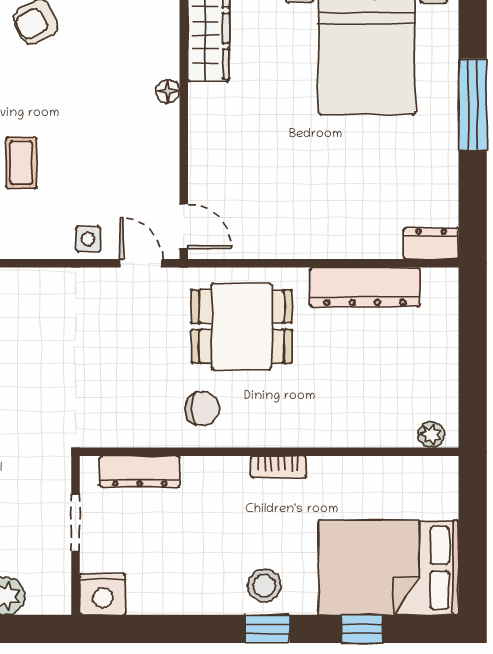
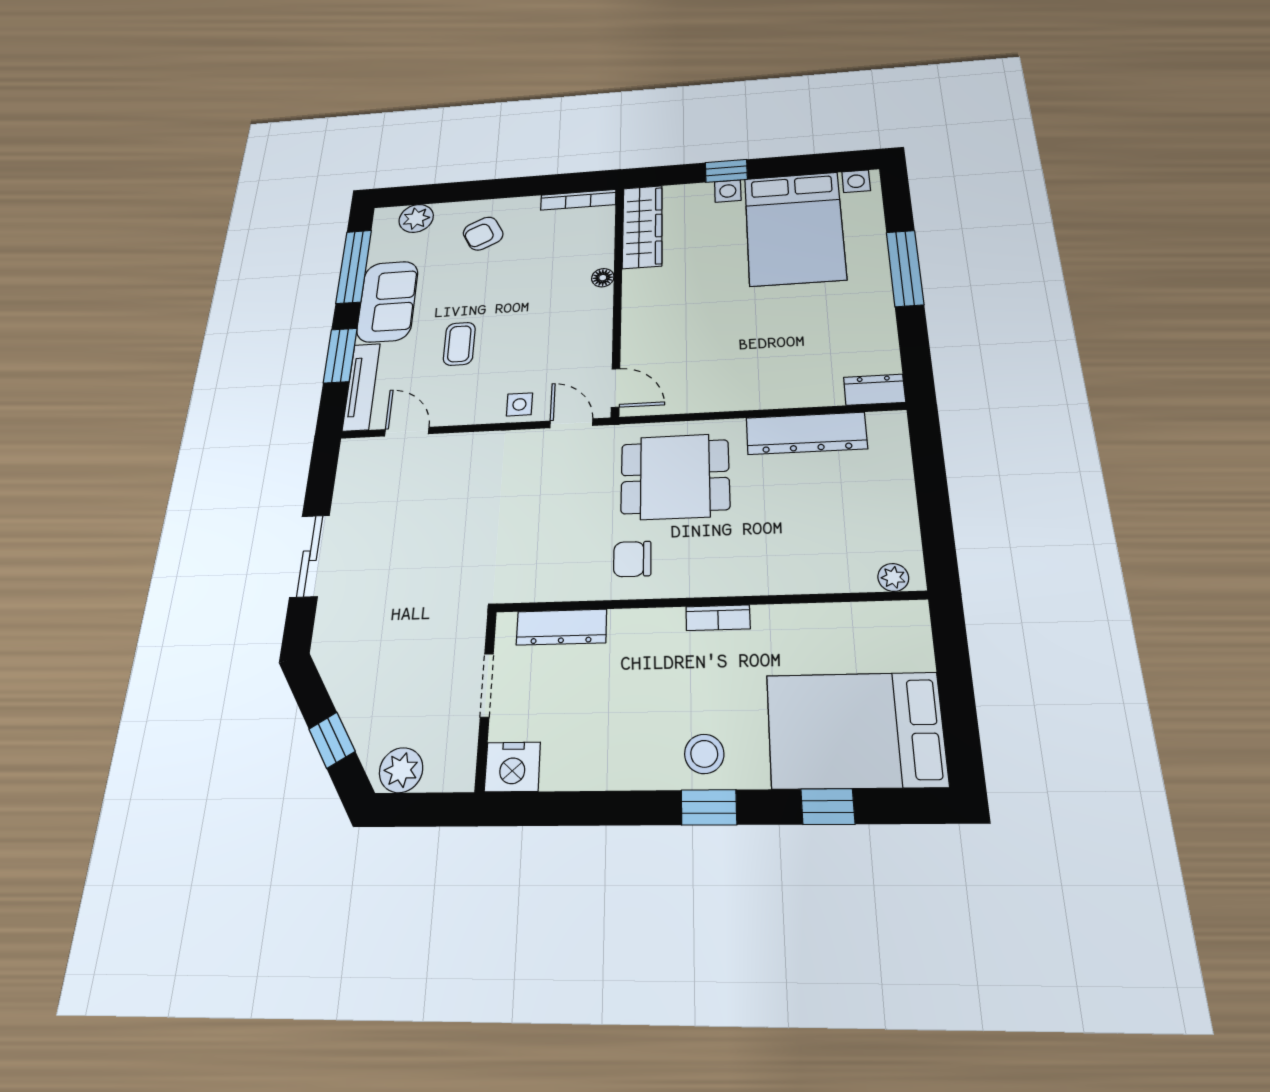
chair: (202, 408) -> (632, 559), turned 180

